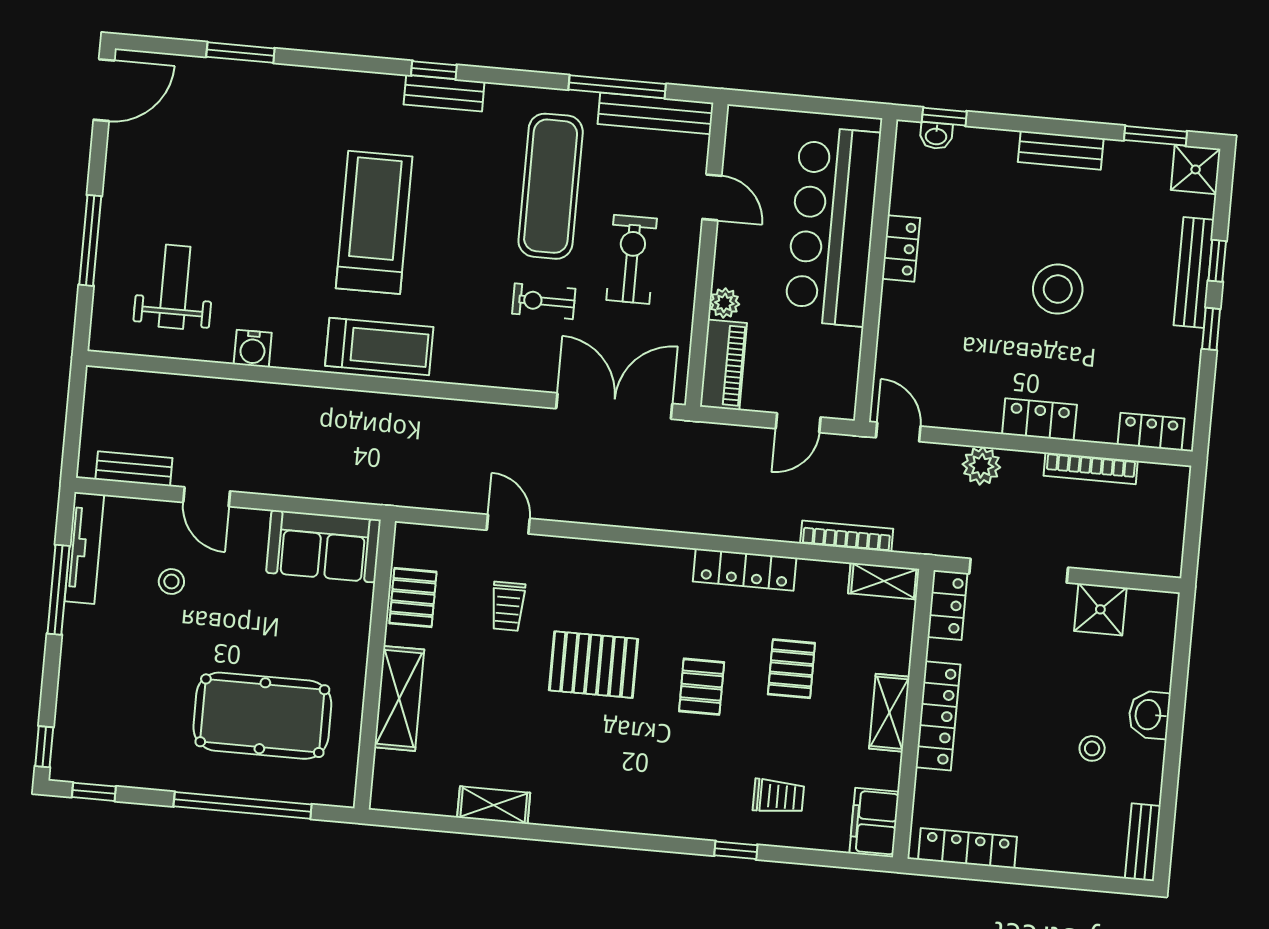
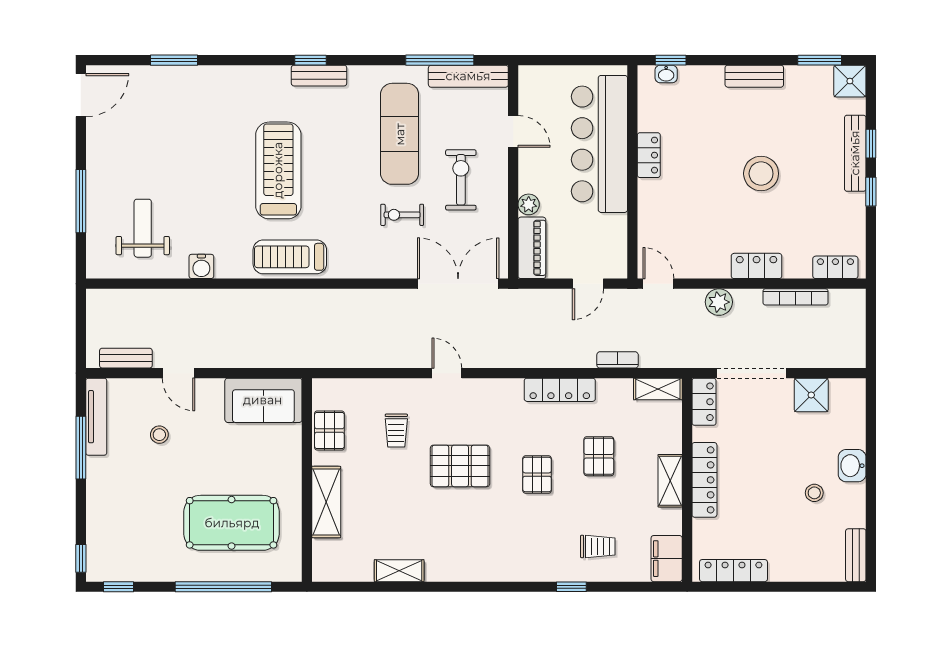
treadmill: (379, 346) -> (290, 257), turned 180
door: (508, 524) -> (447, 373), moved
bookcase: (847, 536) -> (618, 360), width x0.64

